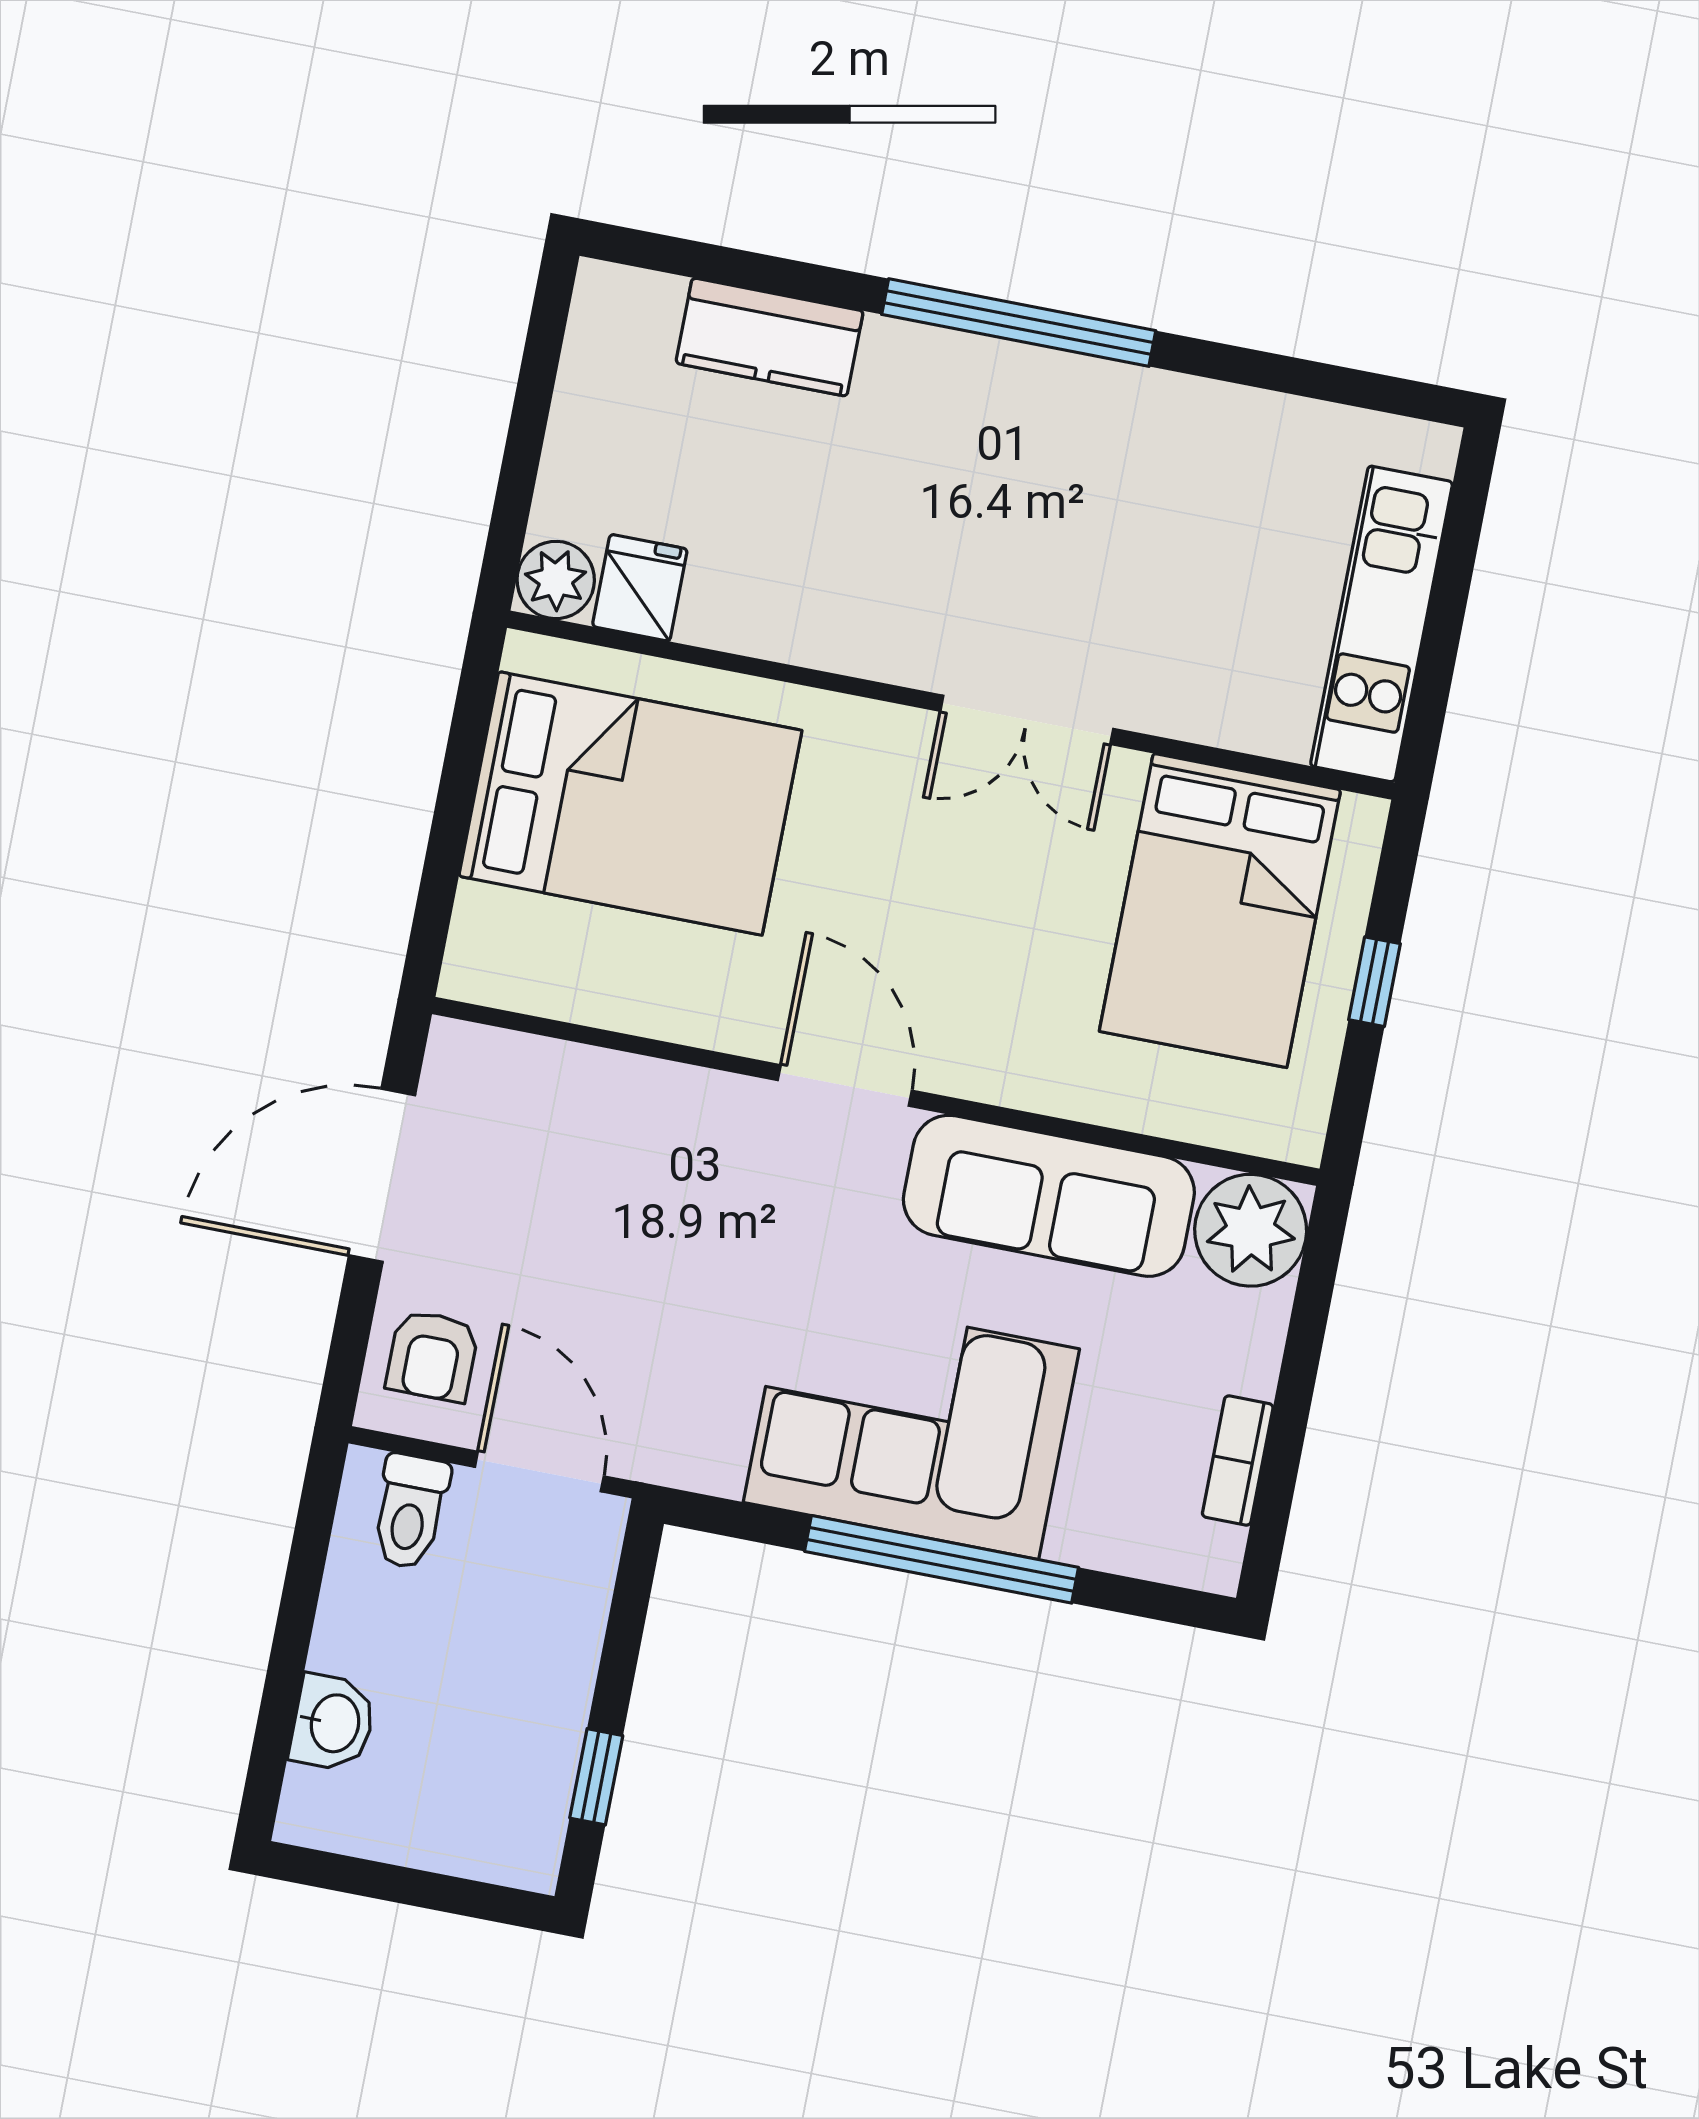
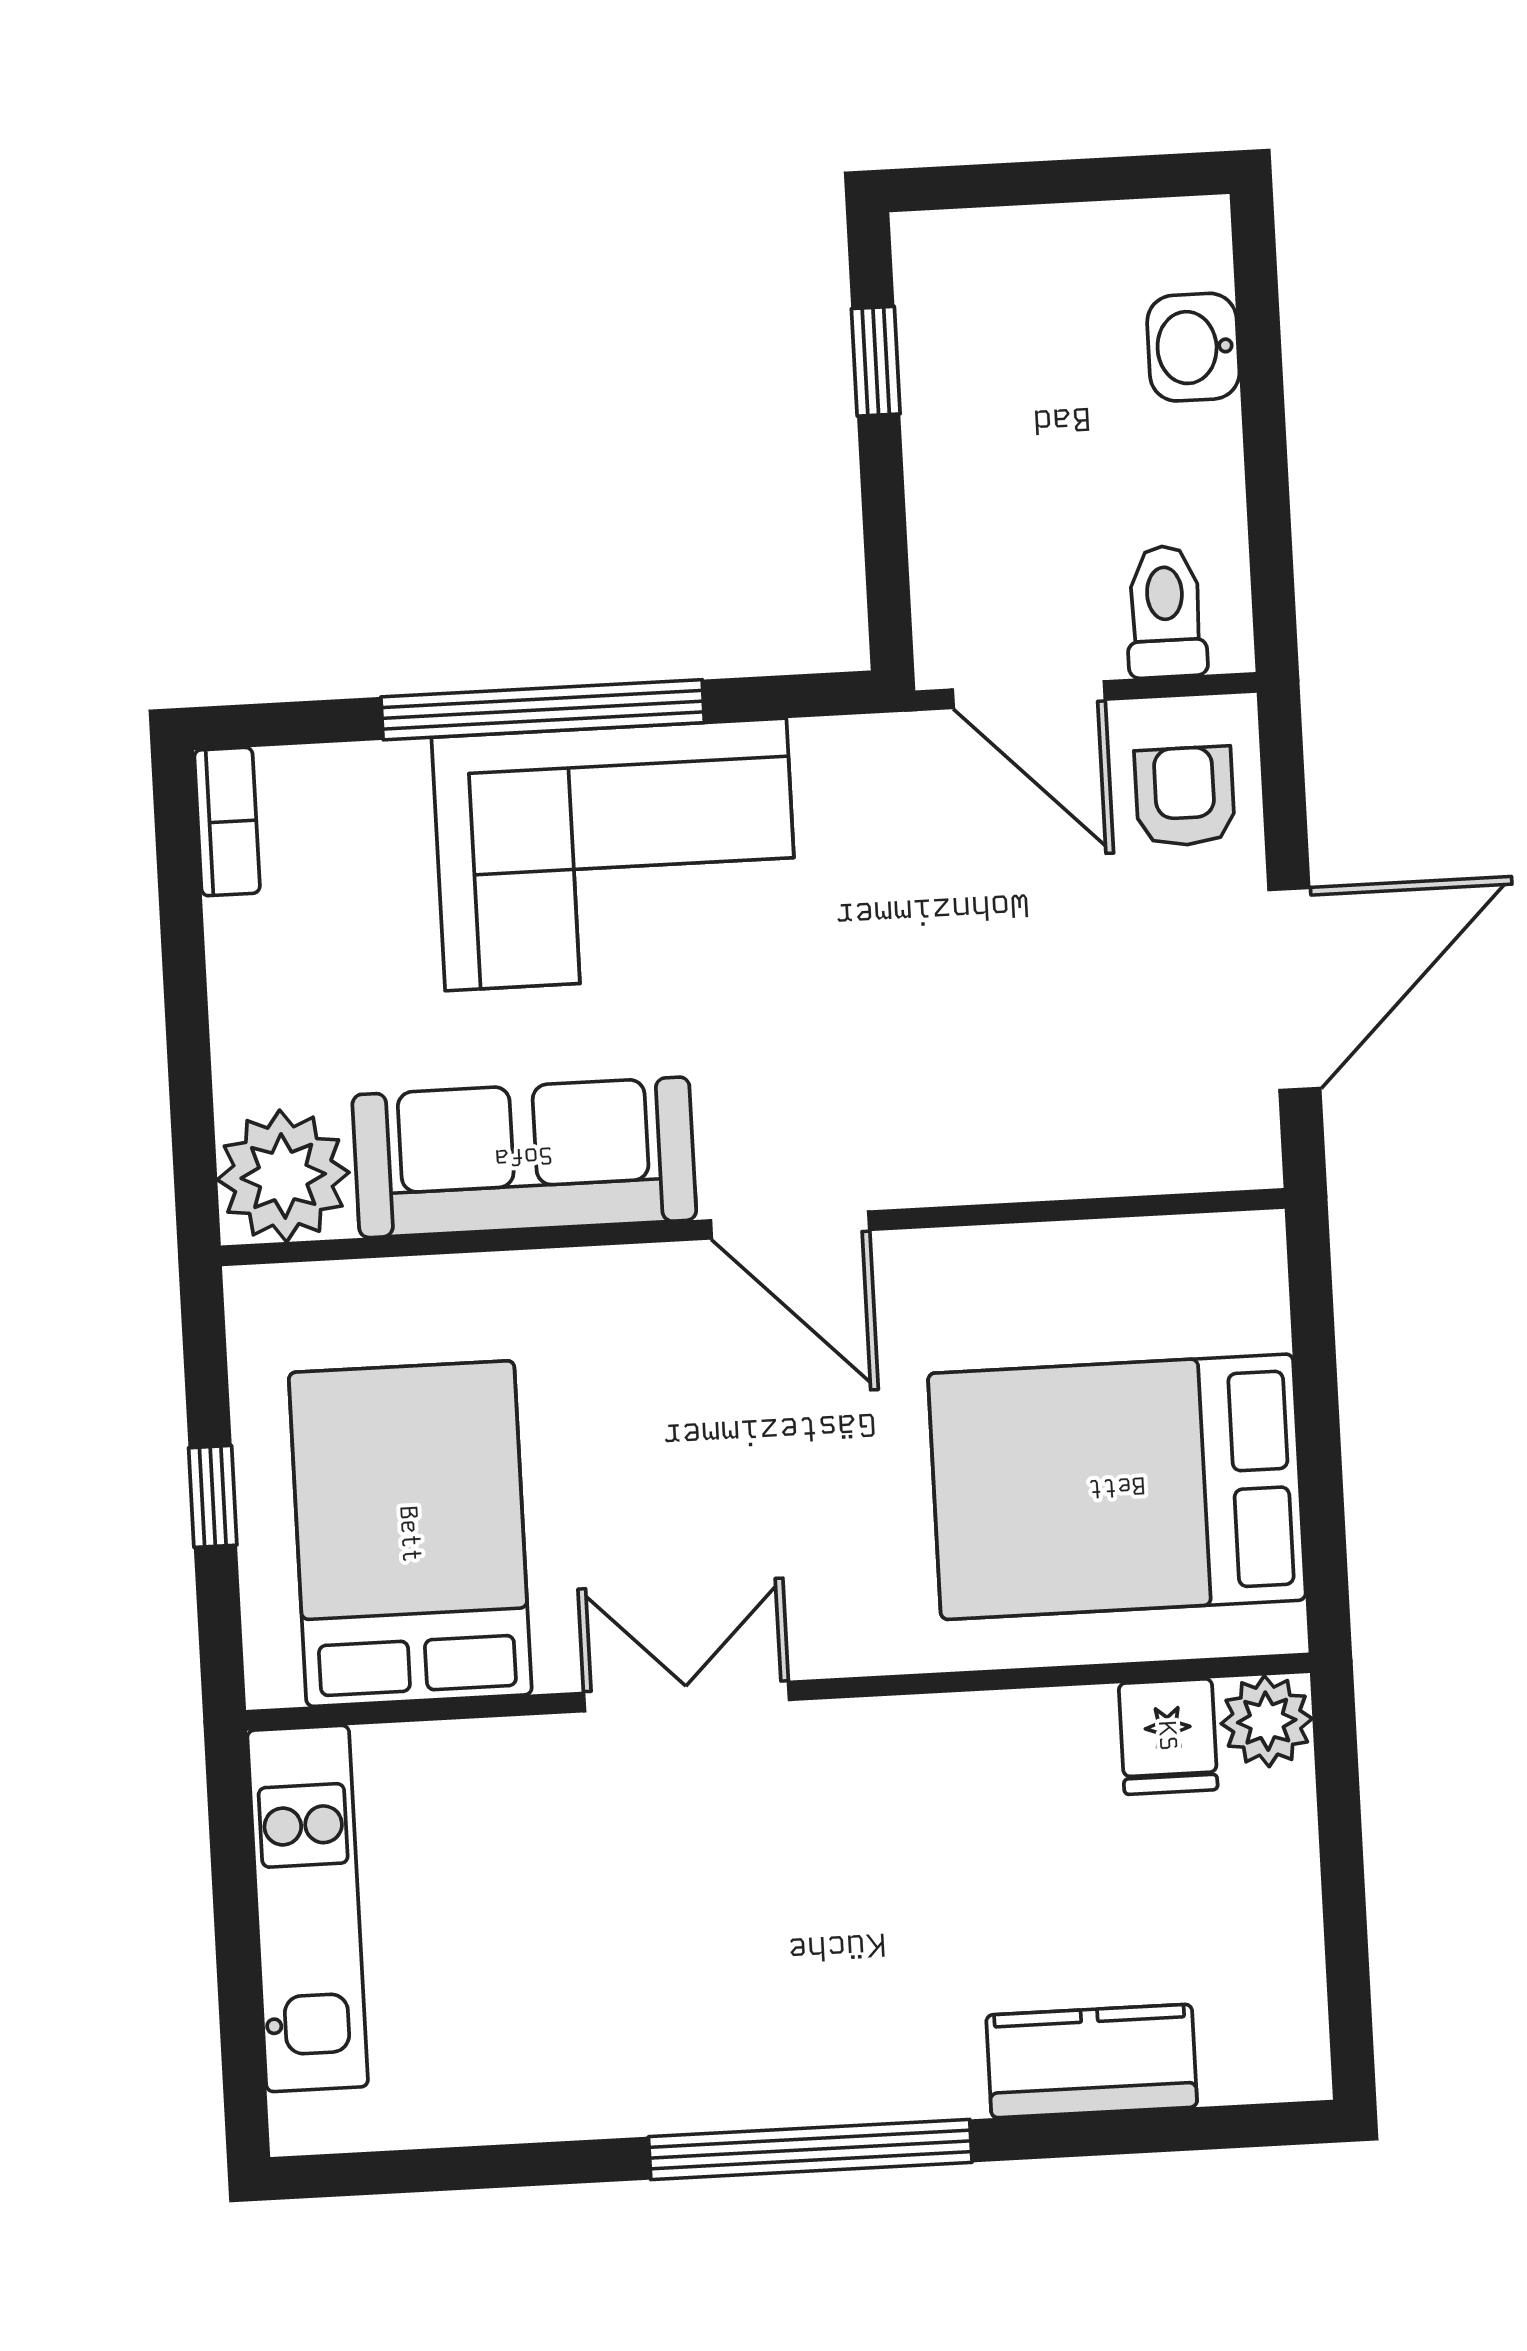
bookcase: (1238, 1461) -> (227, 822), moved

